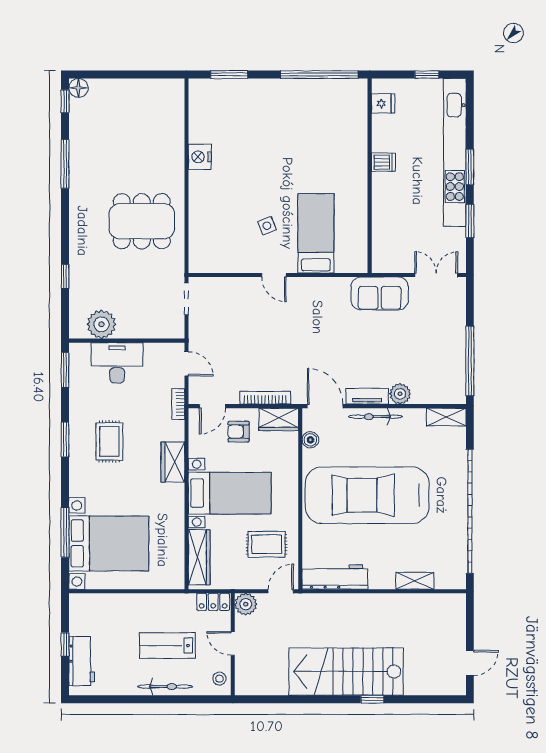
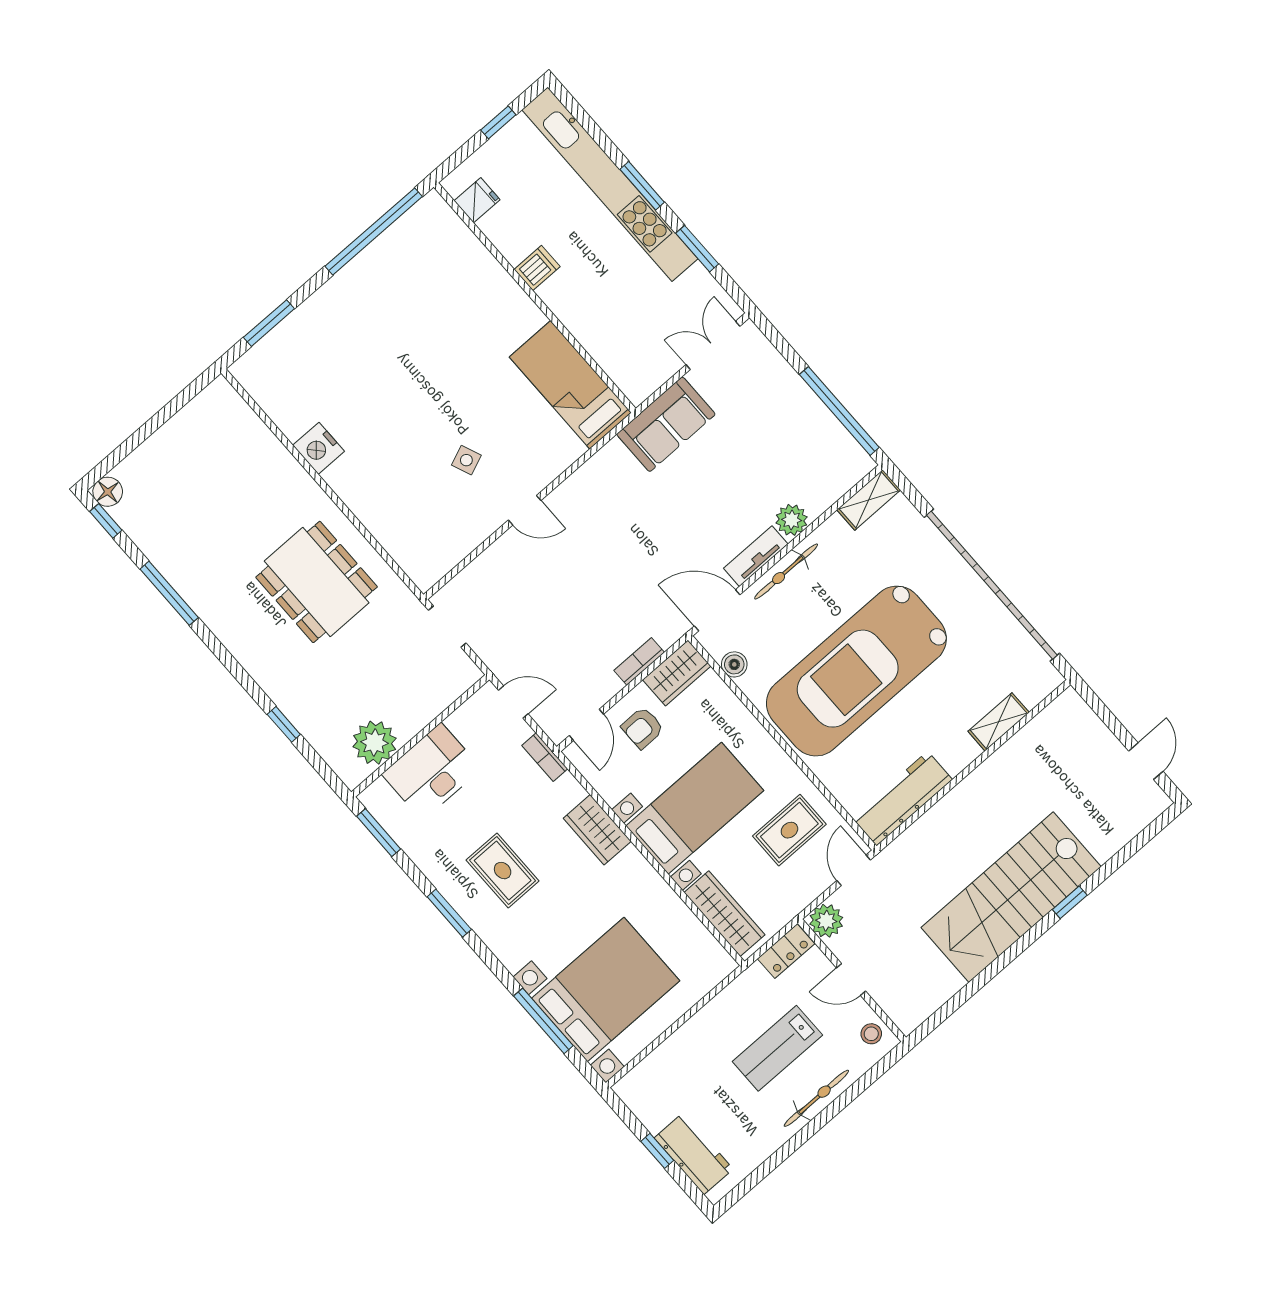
dining table: (142, 221) -> (317, 582), turned 90
bed: (316, 233) -> (570, 385), moved
bookcase: (265, 398) -> (639, 661), width x0.64

